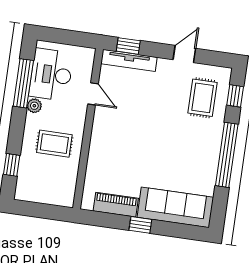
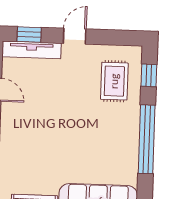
door: (184, 54) -> (75, 36), moved

